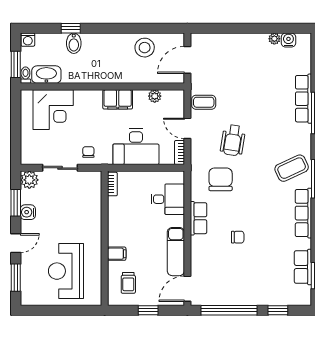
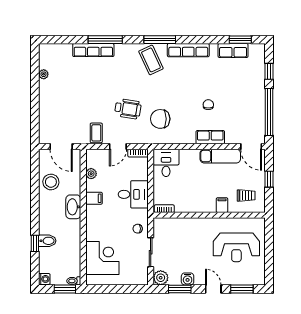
water cooler: (288, 40) -> (45, 63), removed
washbasin: (46, 75) -> (73, 207), moved
filing cabinet: (118, 99) -> (94, 198), width x0.50
desk: (136, 147) -> (133, 194), width x0.73
desk: (168, 199) -> (166, 163), moved
row of seats: (199, 218) -> (210, 137), moved

